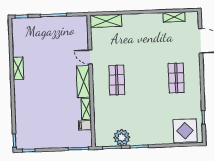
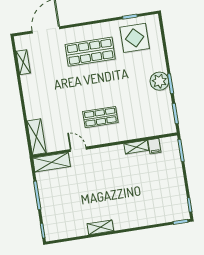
door: (90, 57) -> (78, 149), swing flipped
shop shelf: (176, 78) -> (90, 52), width x1.43, depth x1.36
shelving: (83, 82) -> (52, 162), moved
display table: (185, 131) -> (135, 38), moved
plant: (122, 137) -> (159, 81), moved

